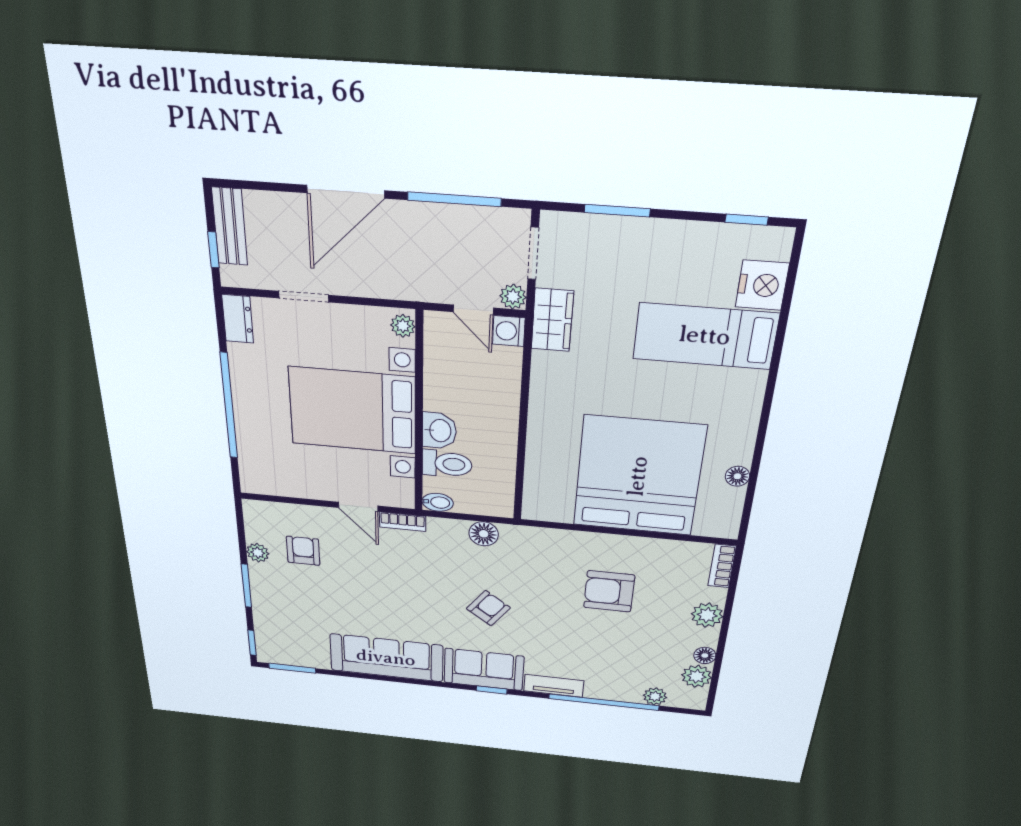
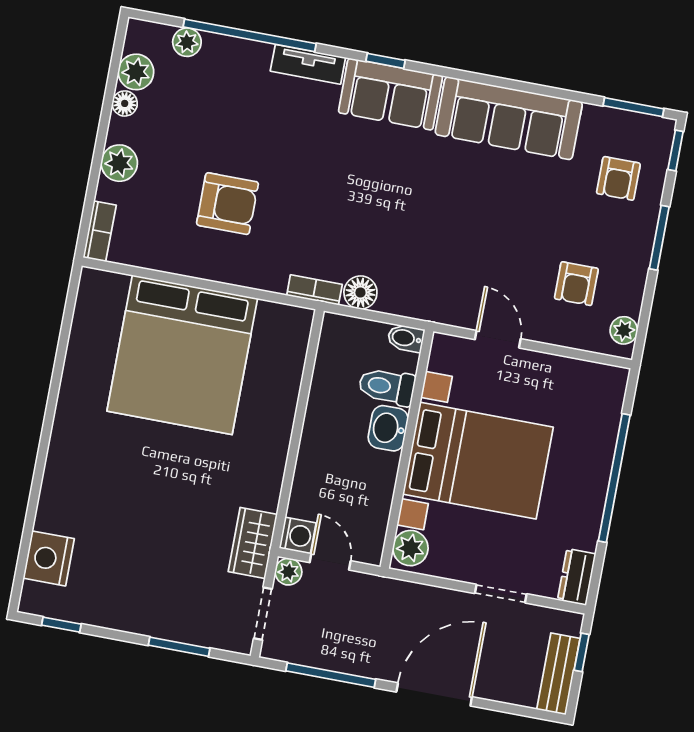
plant: (403, 326) -> (410, 548), width x1.38, depth x1.38
bed: (705, 336) -> (105, 511), removed
floor lamp: (737, 476) -> (79, 347), removed
bookcase: (403, 522) -> (314, 290), moved
plant: (258, 553) -> (624, 330), moved
armchair: (488, 608) -> (618, 178), moved, turned -36

